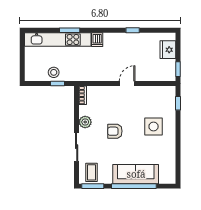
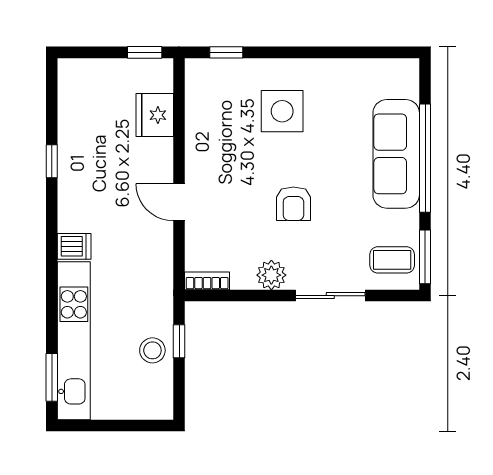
window: (70, 30) -> (52, 377), moved
fridge: (168, 50) -> (155, 115), moved, turned 90
door: (127, 83) -> (179, 202), moved

